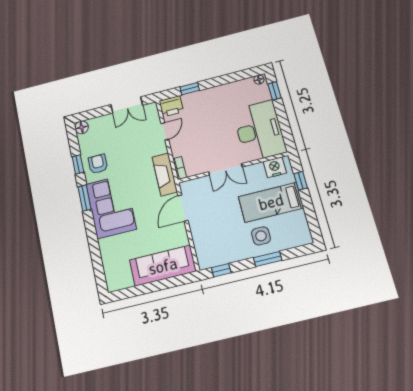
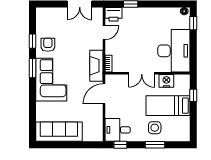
floor lamp: (82, 127) -> (41, 13), removed
nightstand: (275, 167) -> (166, 81), moved
desk: (212, 251) -> (118, 130), added
sofa: (163, 266) -> (59, 132), moved

